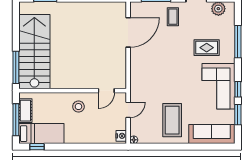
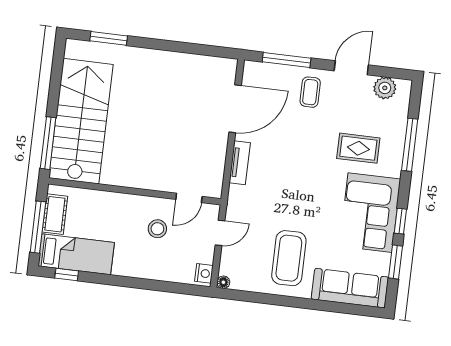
tv unit: (135, 65) -> (240, 163), added
stool: (78, 107) -> (157, 229), moved

